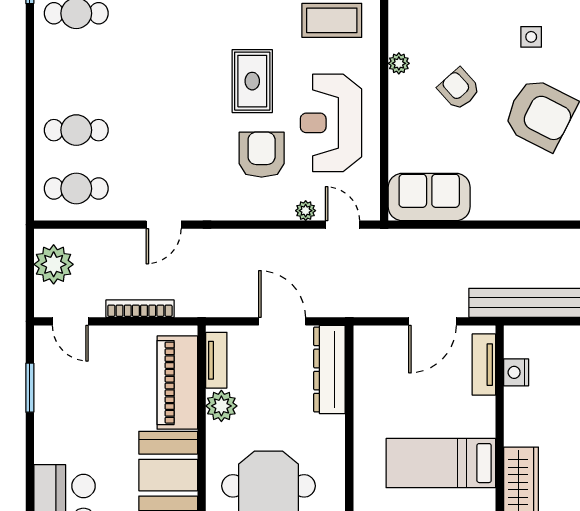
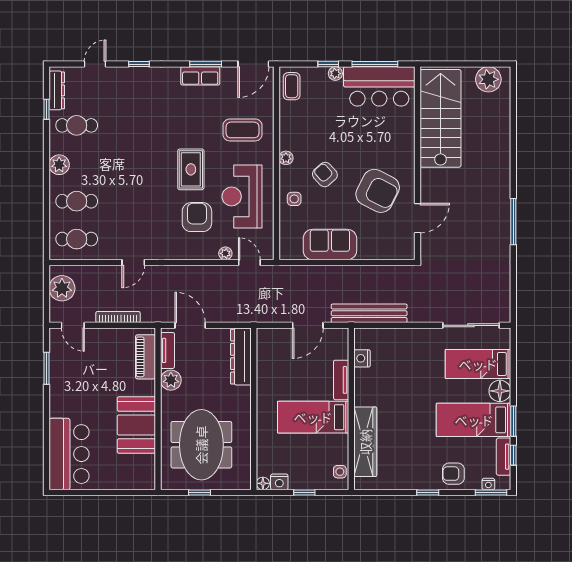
side table: (531, 37) -> (294, 199), moved
plant: (49, 74) -> (59, 165), added
sofa: (429, 197) -> (330, 245), moved
door: (282, 321) -> (190, 325), moved
tv unit: (484, 365) -> (341, 380), moved
piano: (177, 383) -> (145, 357), width x0.73, depth x0.75

